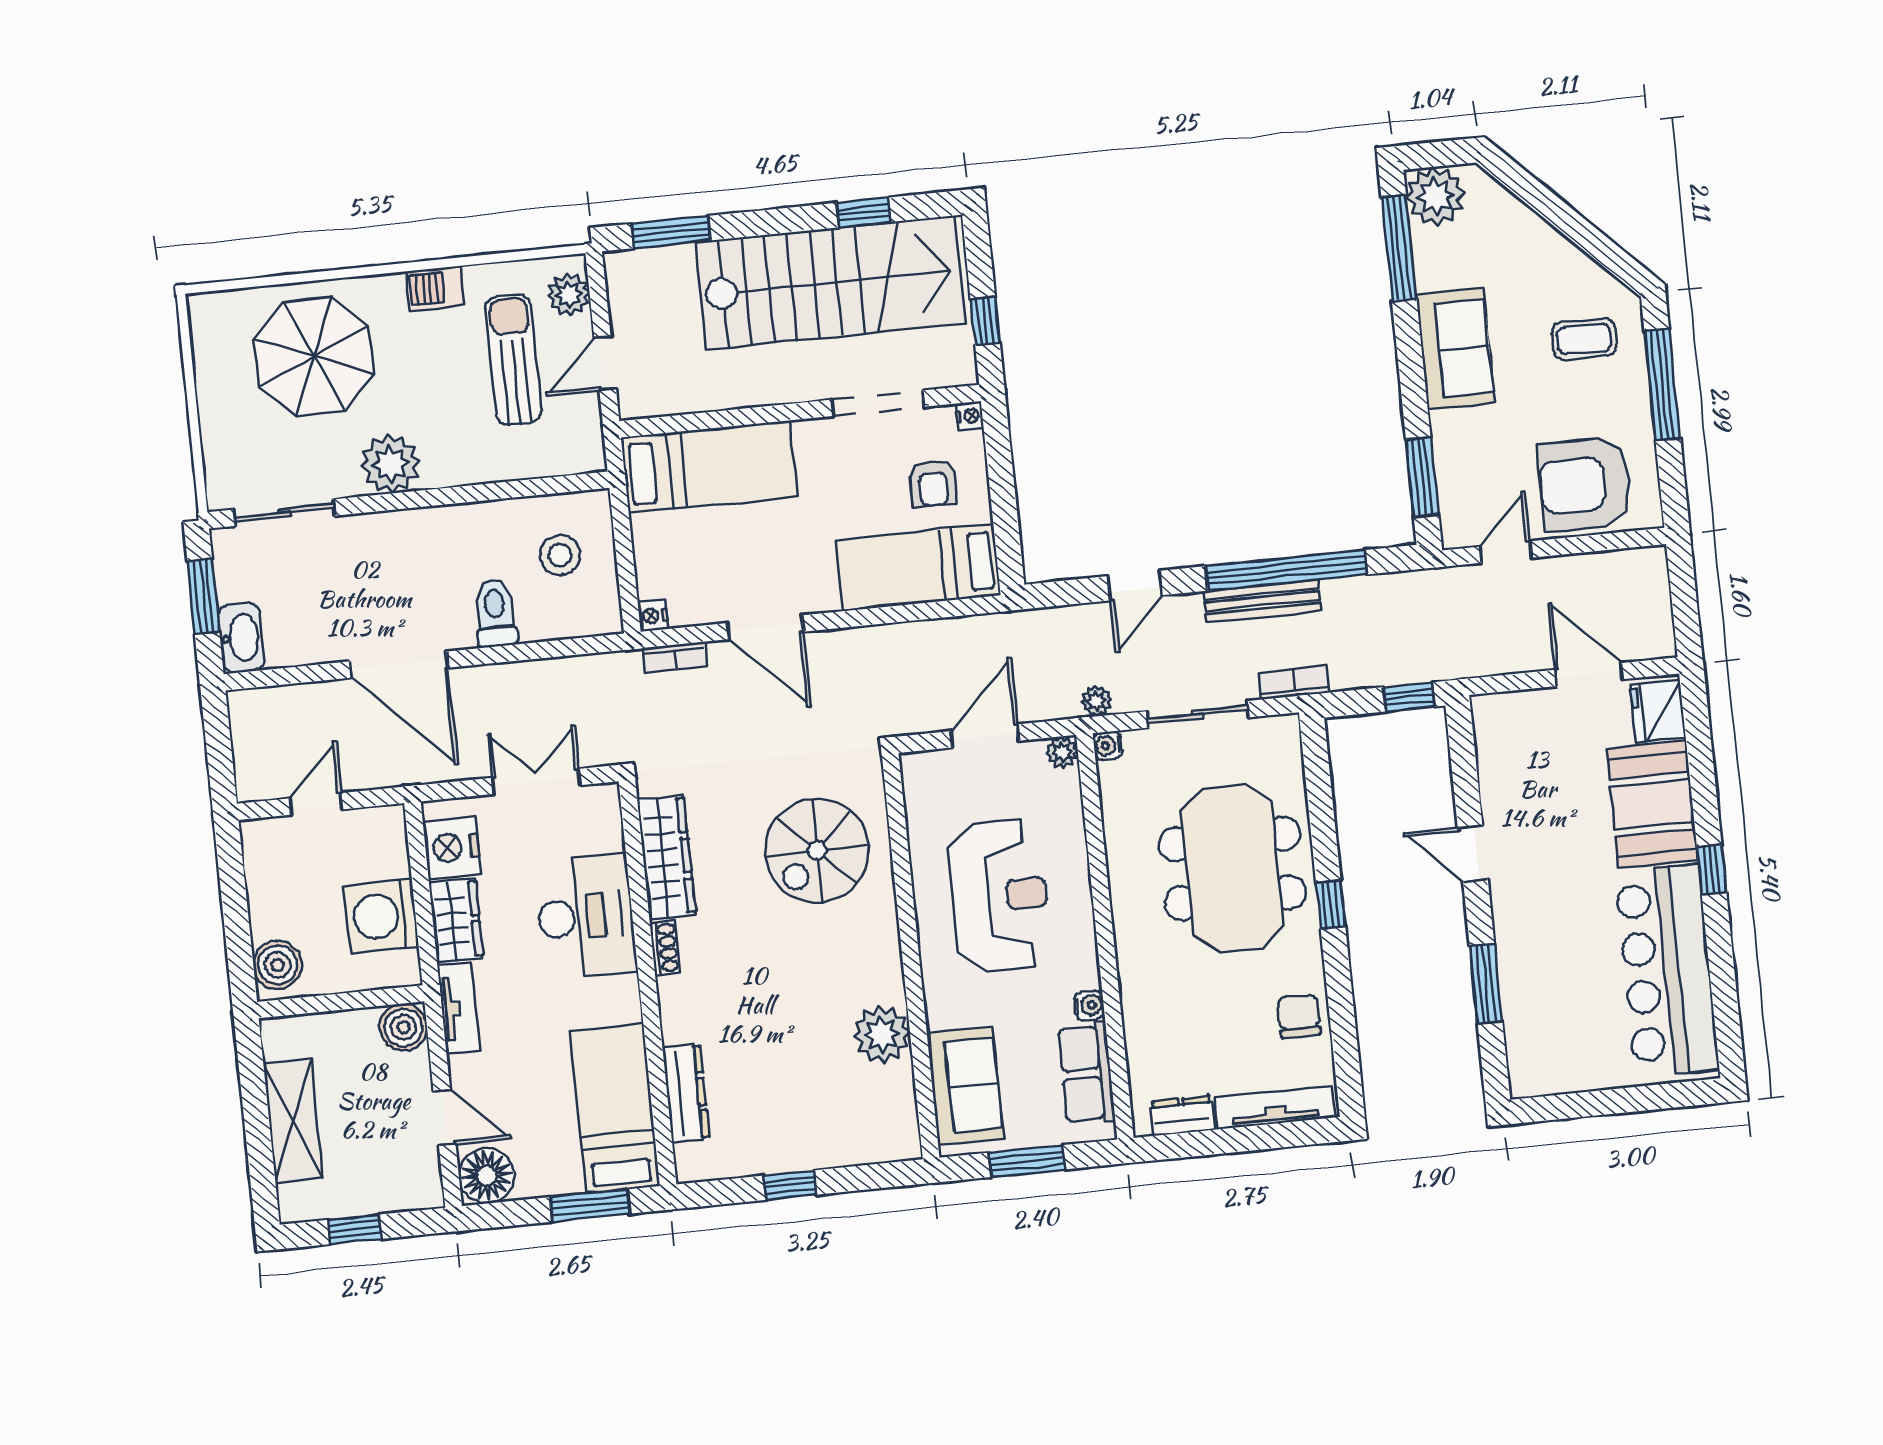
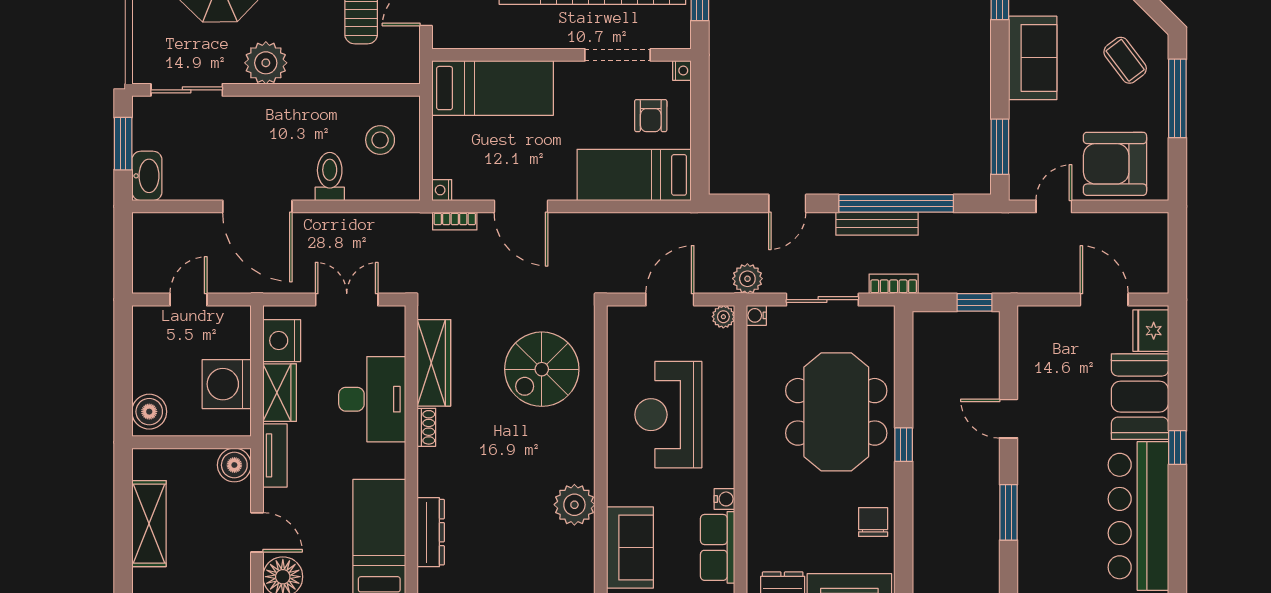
coffee table: (1584, 339) -> (1125, 60), turned 53
plant: (1096, 701) -> (747, 279), width x1.38, depth x1.38
reception desk: (999, 896) -> (668, 415), turned 180

